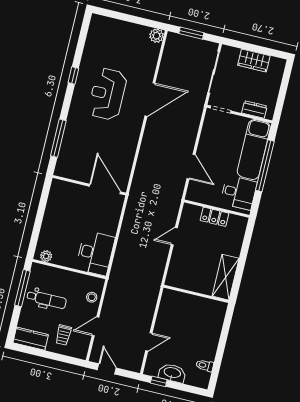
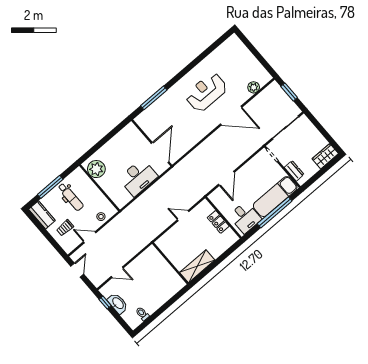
plant: (156, 36) -> (254, 87), moved
wardrobe: (254, 60) -> (325, 156), moved, turned 90
window: (73, 76) -> (193, 64), removed
desk: (95, 253) -> (138, 177), moved
plant: (46, 256) -> (96, 169), width x1.87, depth x1.87
window: (22, 288) -> (50, 187), moved

